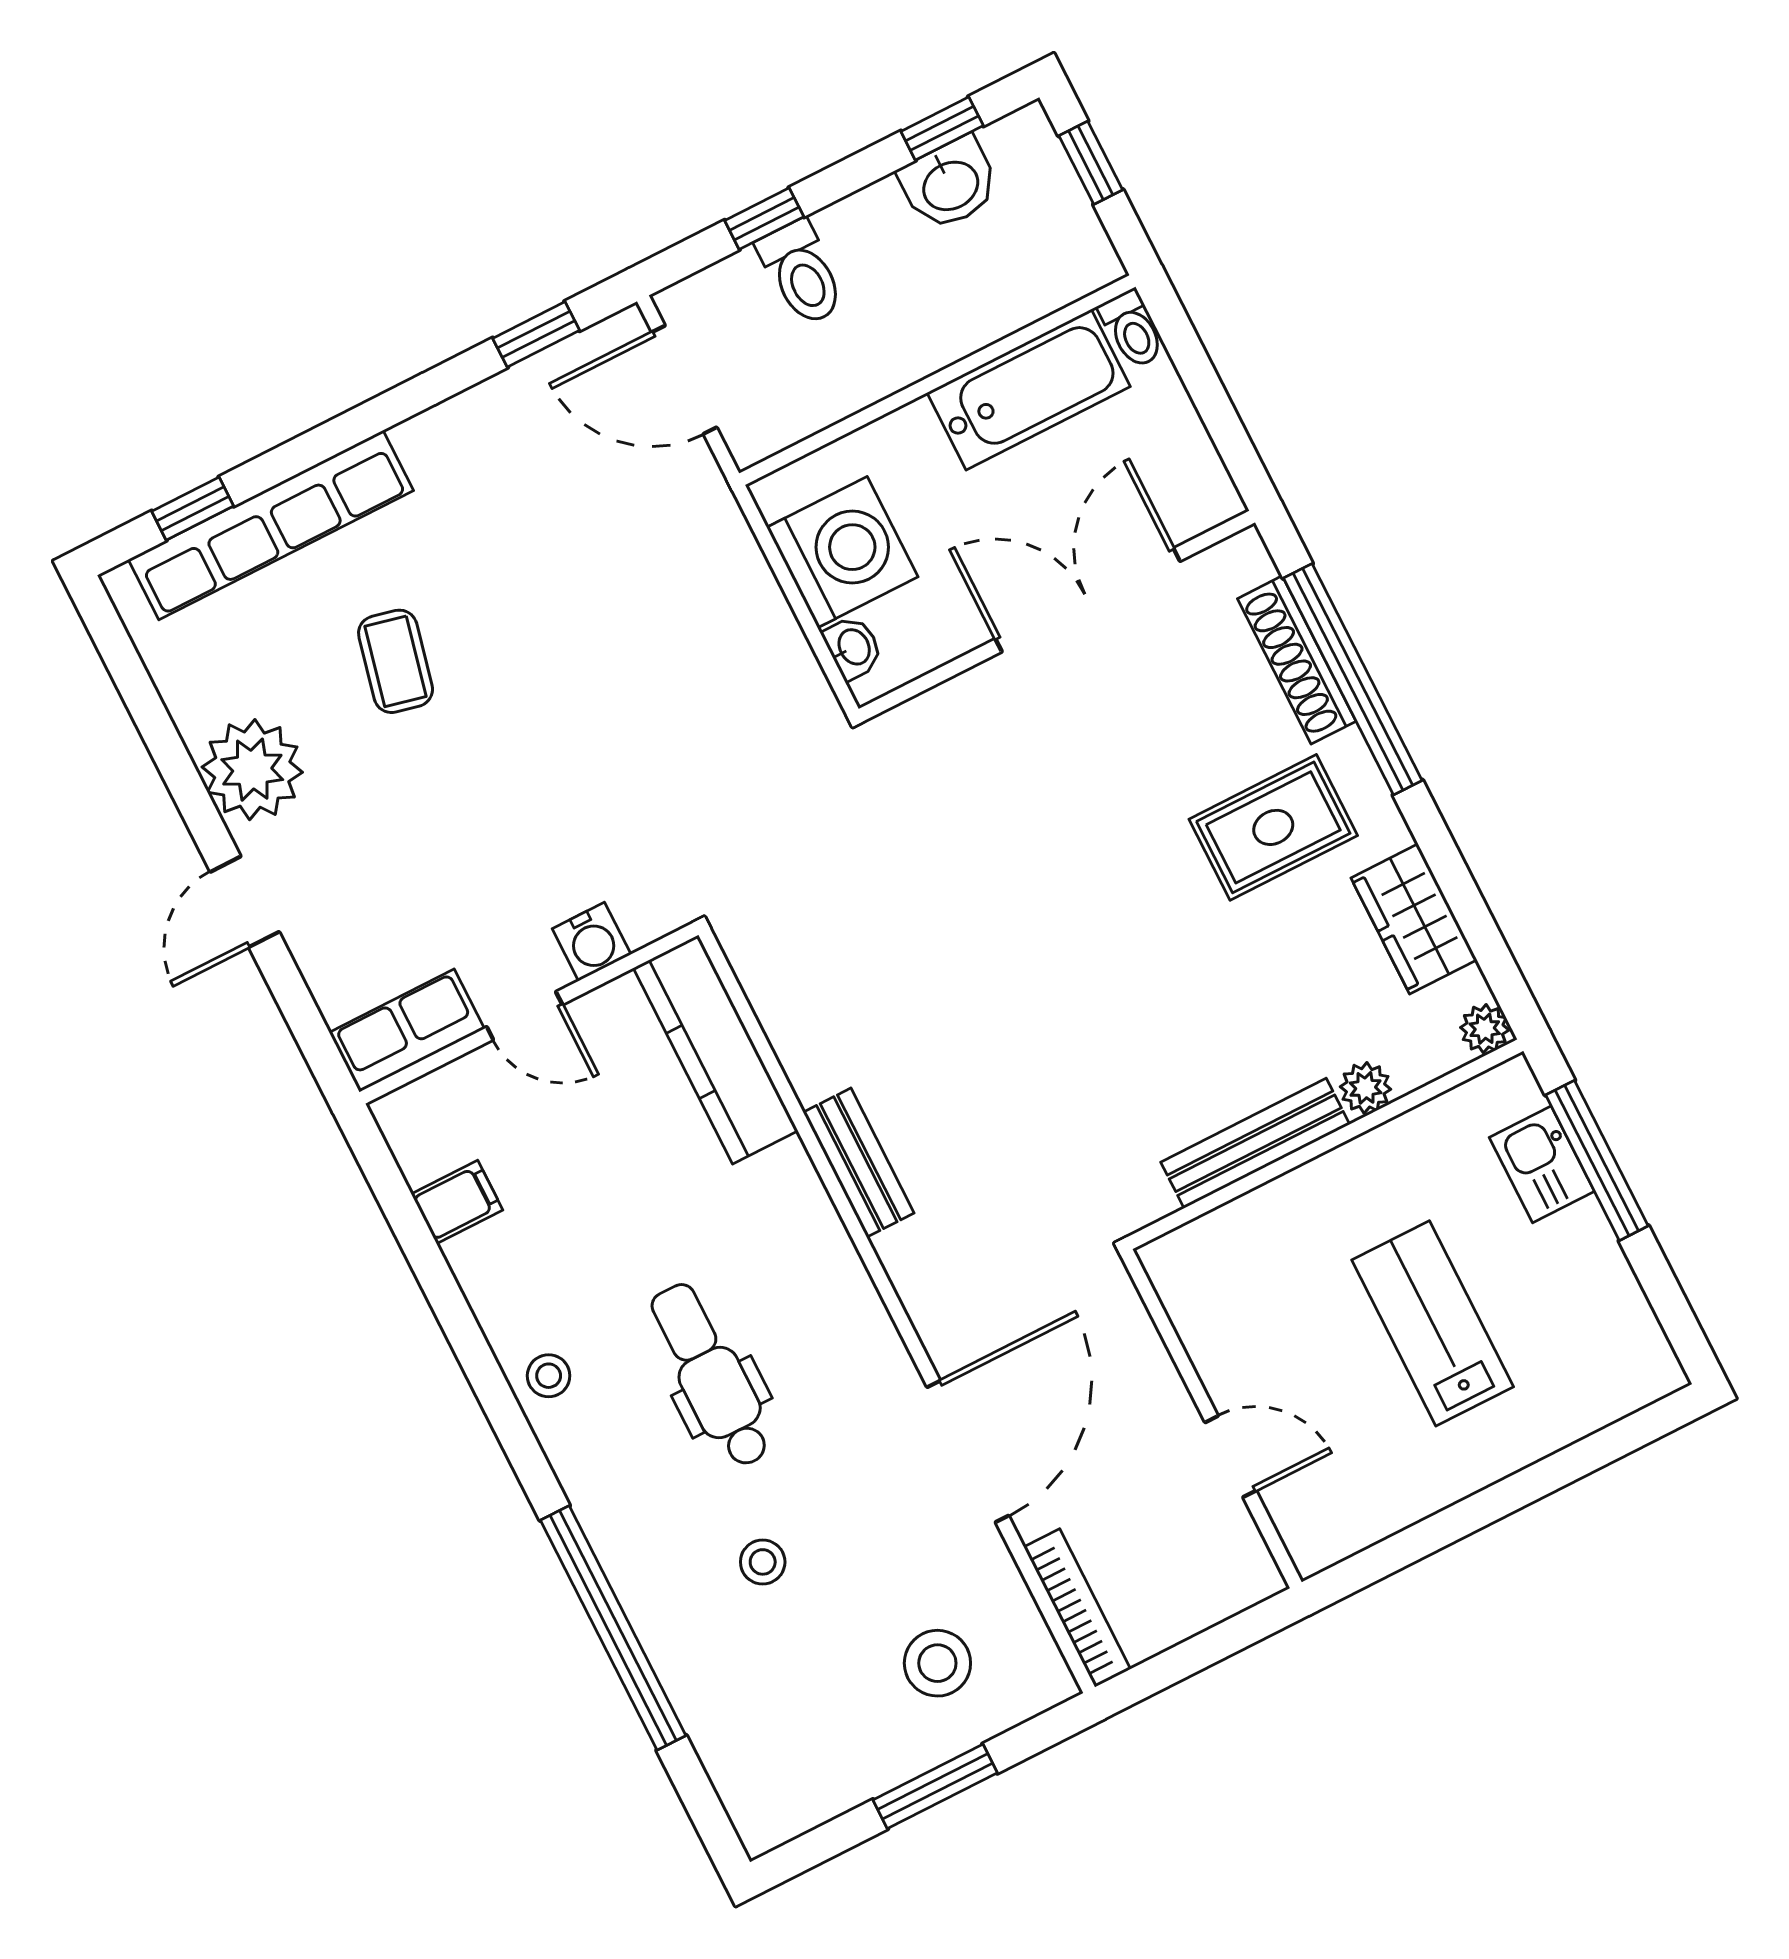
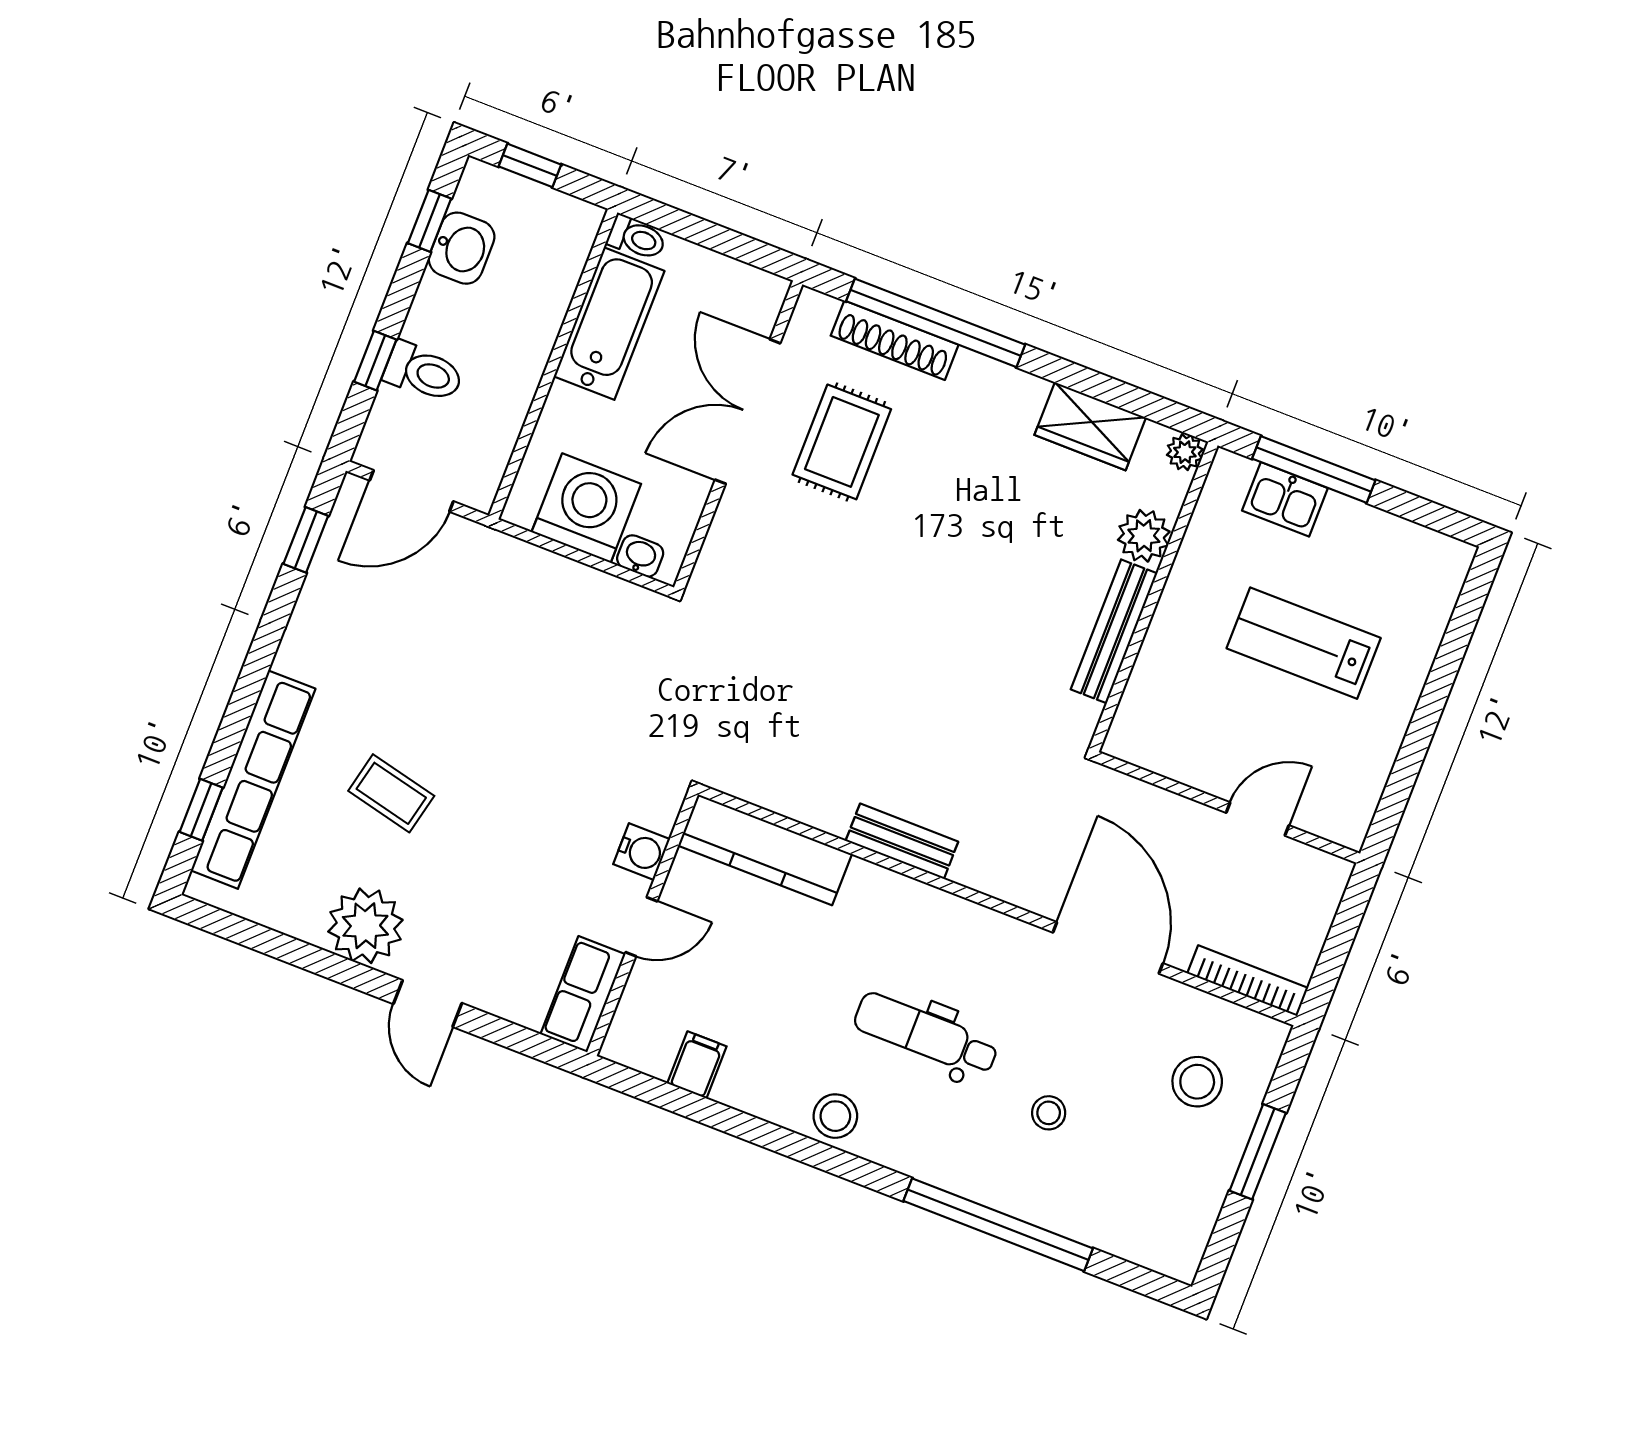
rug: (1273, 827) -> (842, 442), moved
plant: (1366, 1088) -> (1144, 536), width x1.38, depth x1.38
stool: (549, 1376) -> (835, 1116), width x1.37, depth x1.37

